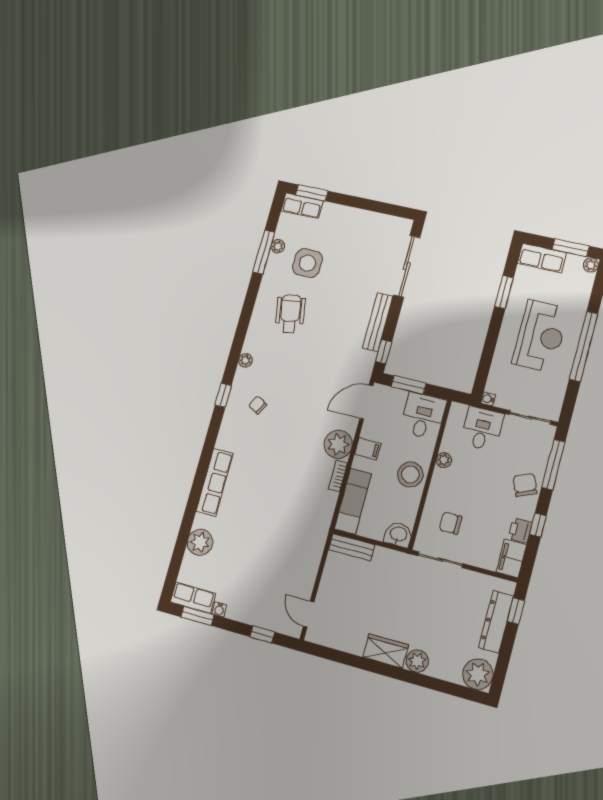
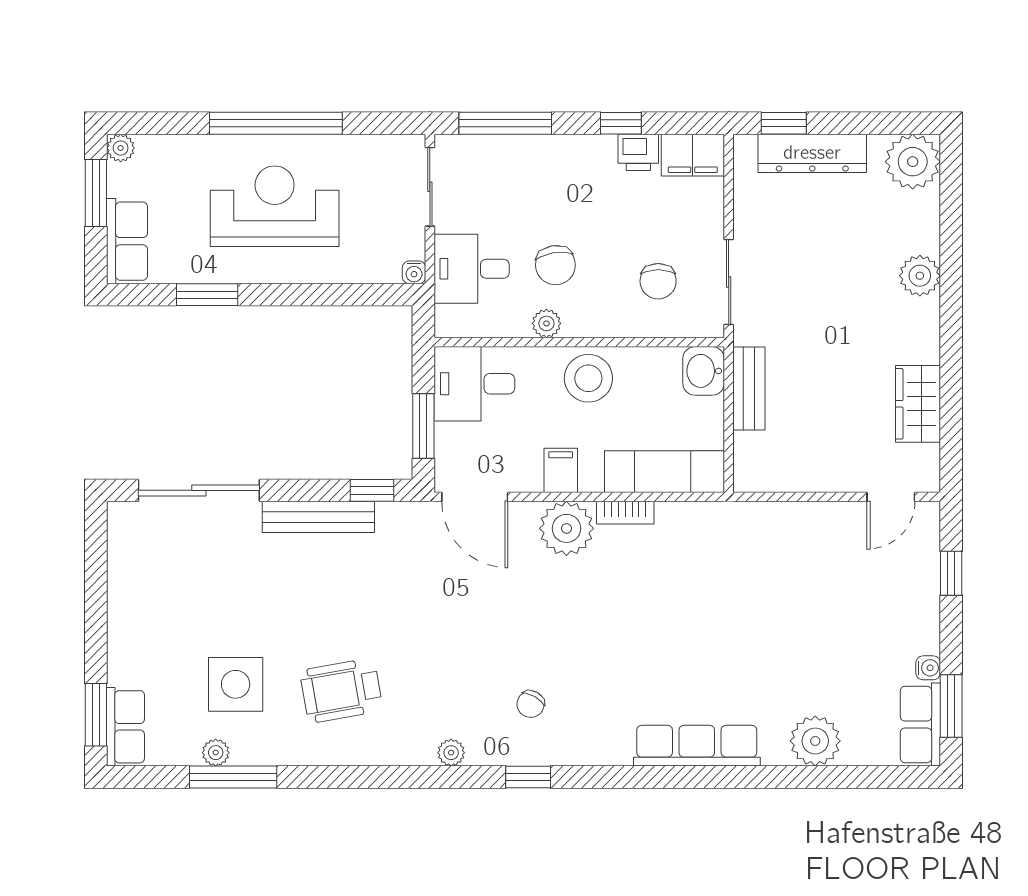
chair: (525, 485) -> (555, 265), moved, turned -76
bench: (352, 547) -> (749, 388), moved
wardrobe: (386, 651) -> (918, 404), moved

